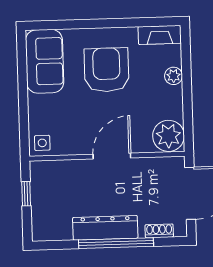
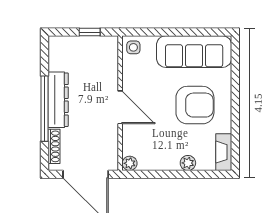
sofa: (45, 61) -> (194, 52), width x1.36
plant: (168, 136) -> (130, 163), width x0.53, depth x0.53
shoe rack: (159, 231) -> (54, 146), width x1.43

